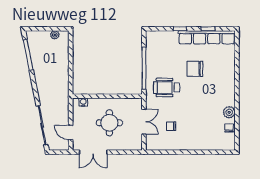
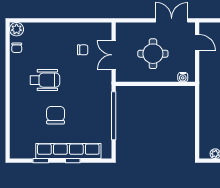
row of seats: (207, 37) -> (68, 151), moved
chair: (195, 69) -> (56, 115), turned -90
wheelchair: (167, 87) -> (45, 80), moved
plant: (229, 112) -> (17, 29), moved

